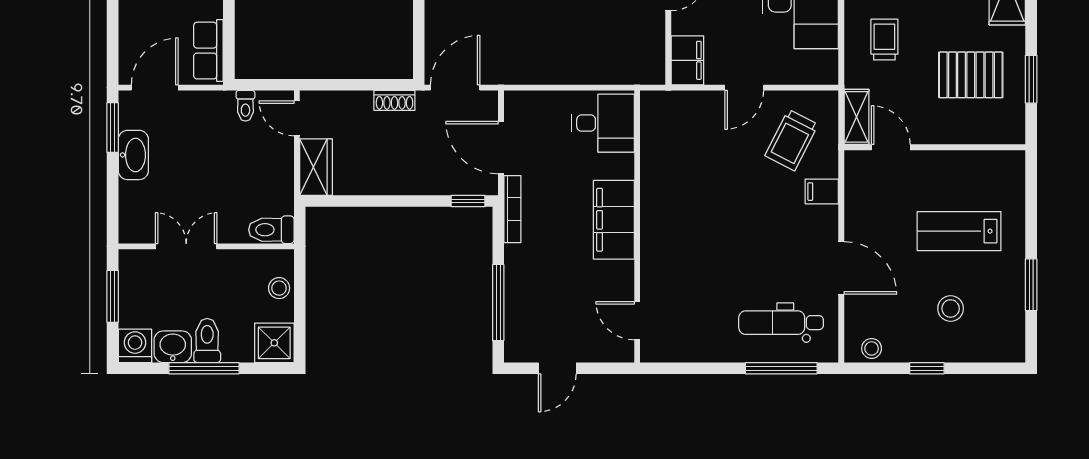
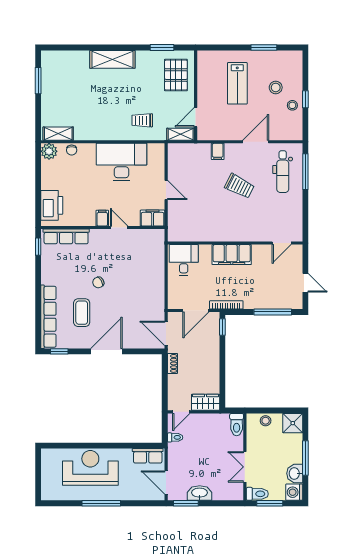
pallet: (971, 75) -> (176, 75), moved
trolley: (792, 140) -> (239, 186), moved
toilet: (207, 341) -> (257, 494), moved, turned 180
stool: (872, 348) -> (292, 105), moved

